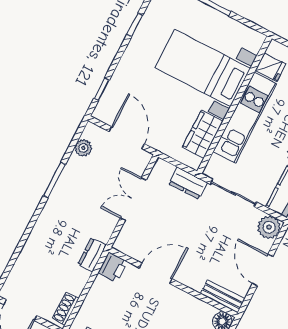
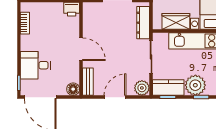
dresser: (188, 183) -> (143, 23), width x1.44
door: (156, 273) -> (81, 49), moved

